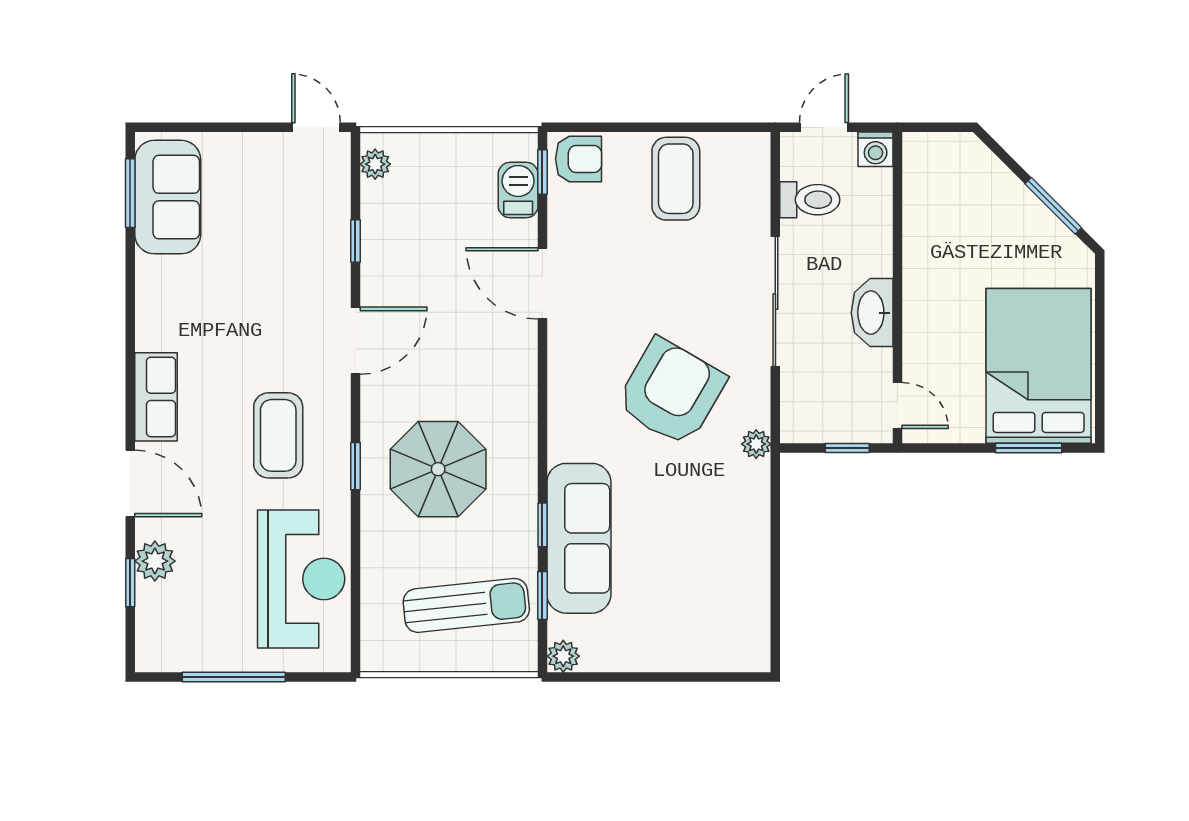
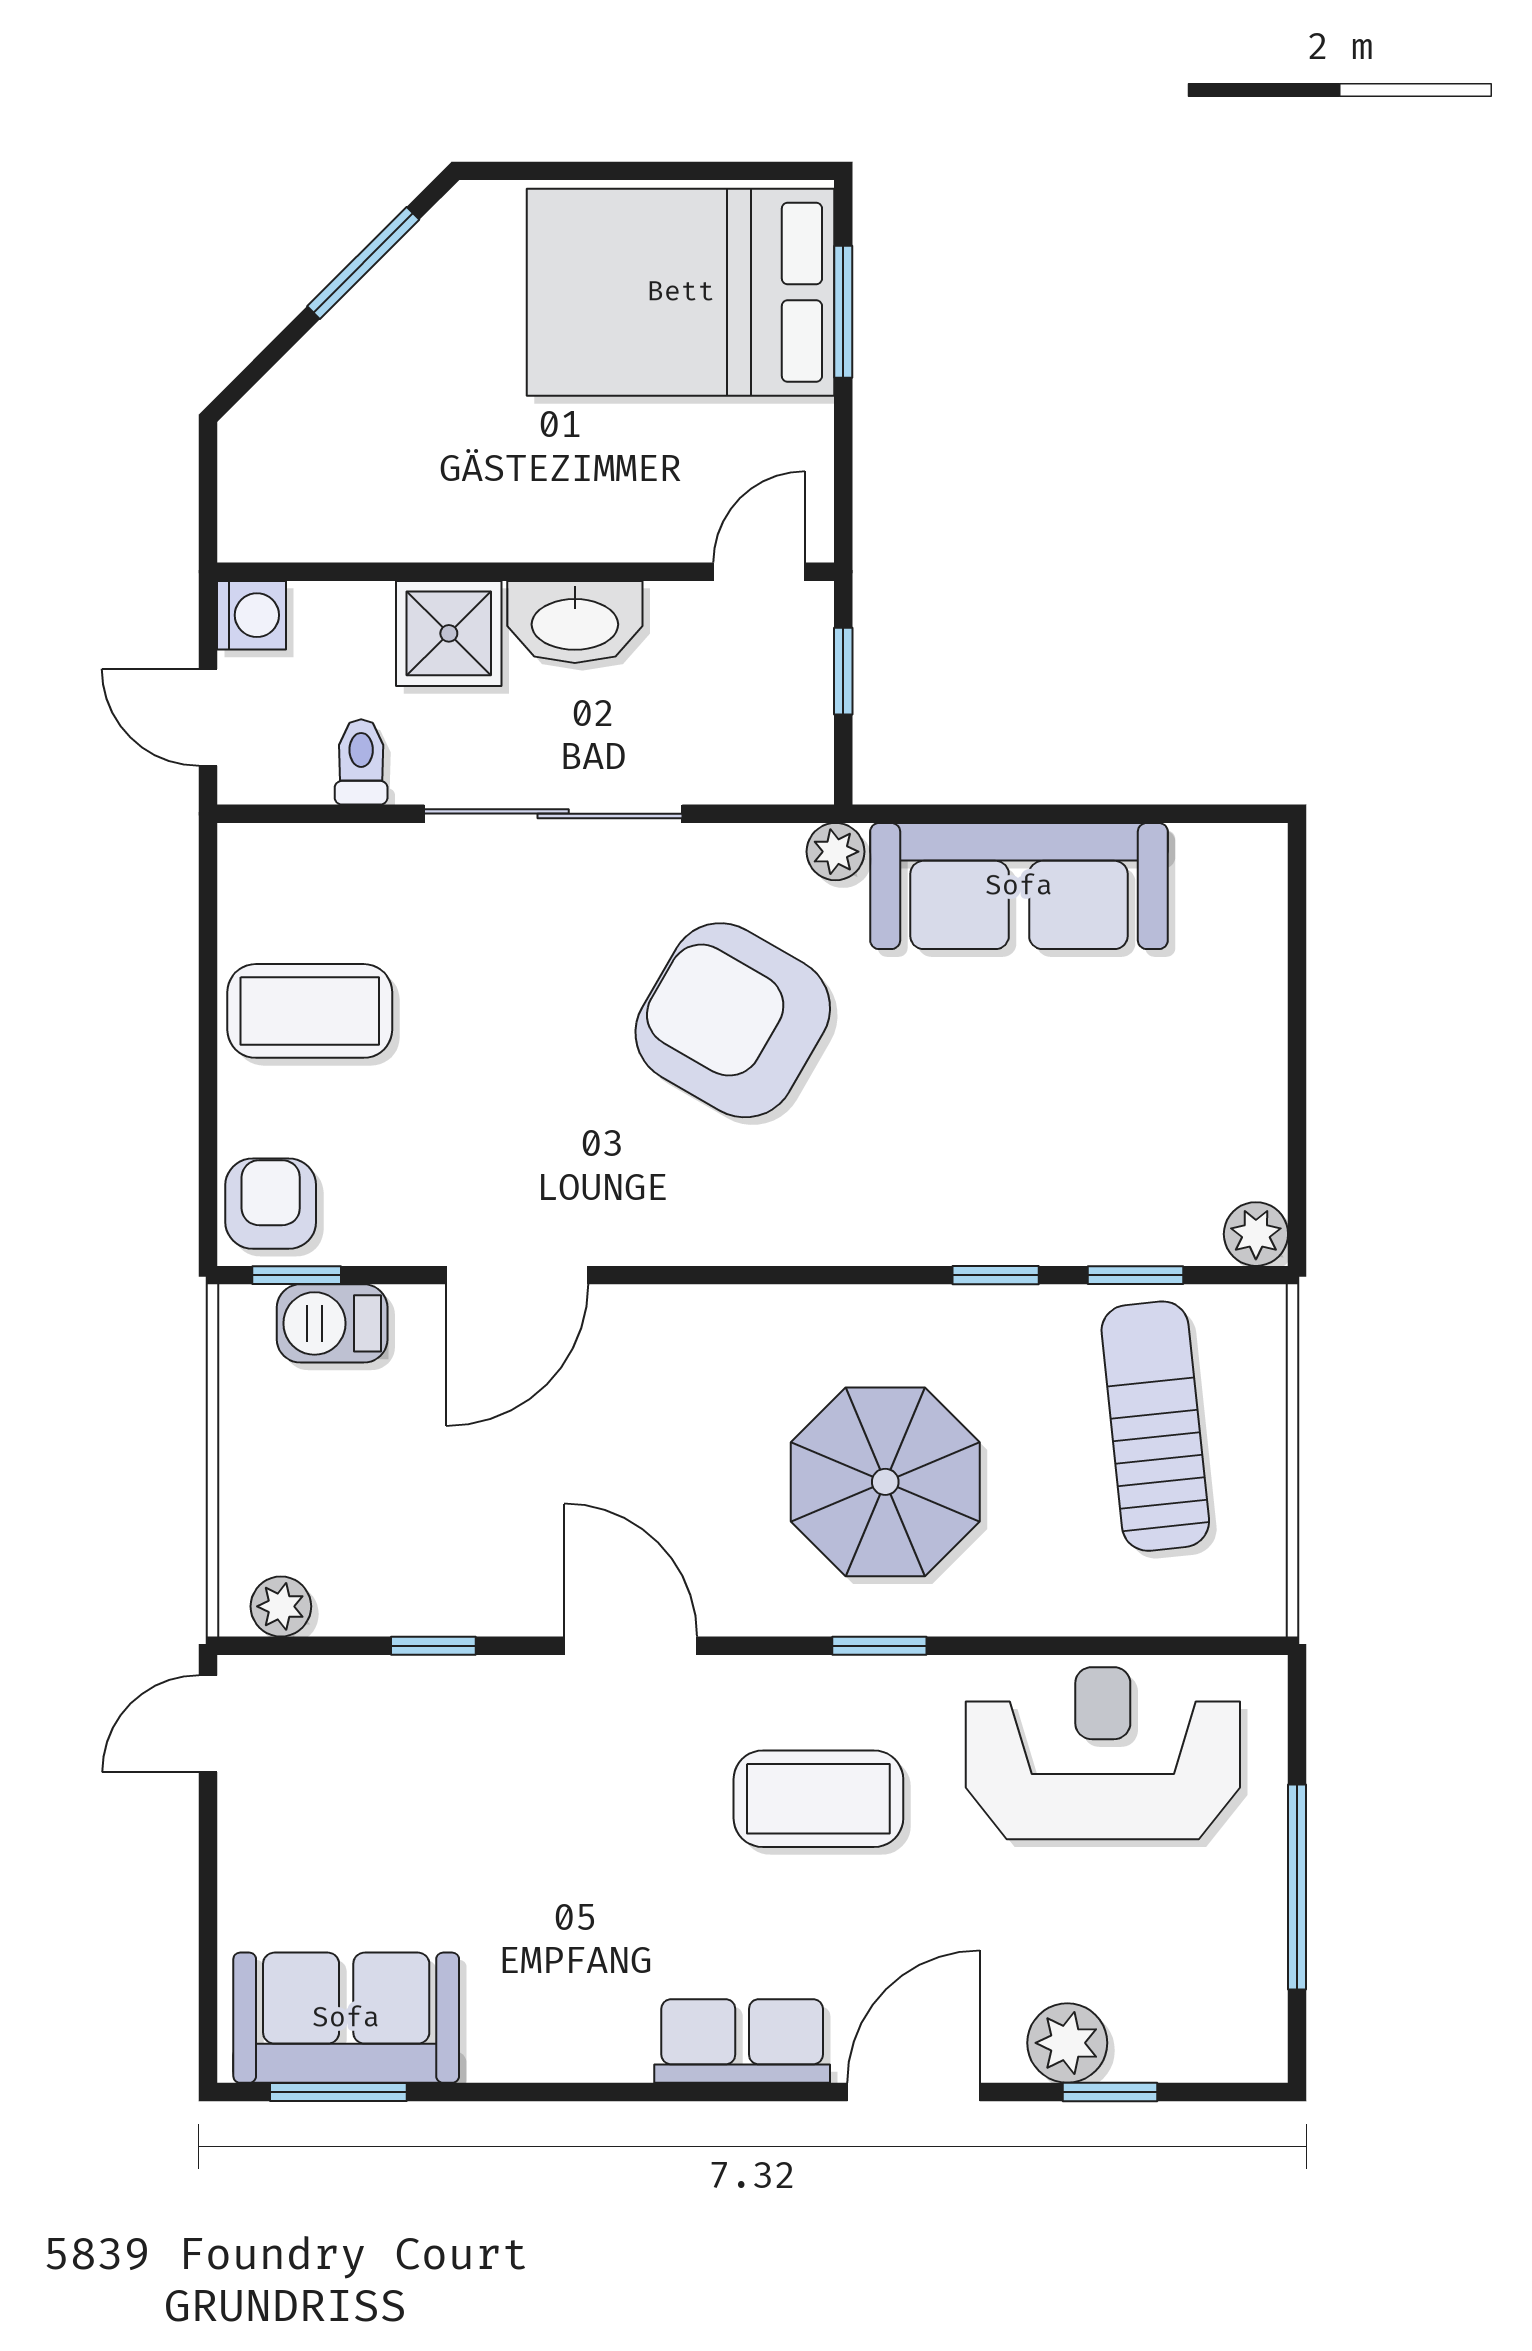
toilet: (810, 200) -> (361, 762), width x0.73, depth x0.72
shower: (866, 249) -> (449, 633), added
sofa: (579, 538) -> (1019, 886), moved, turned 180

